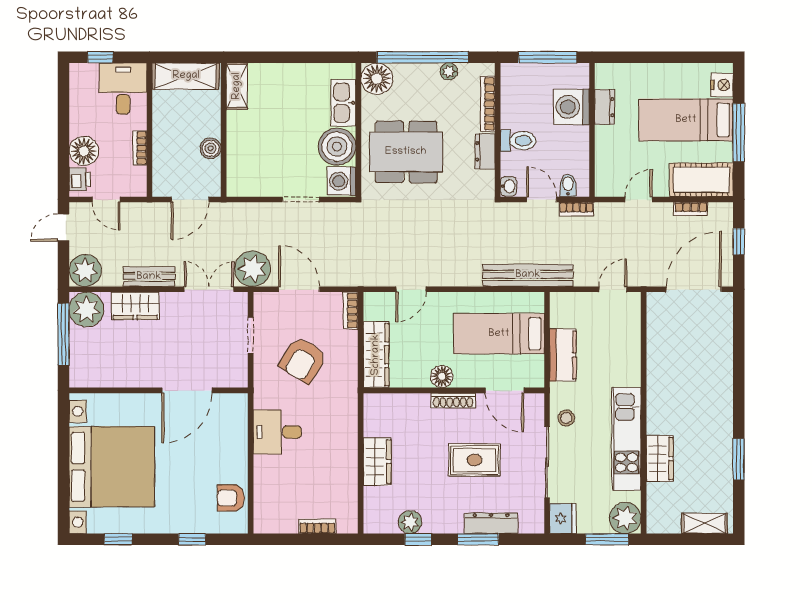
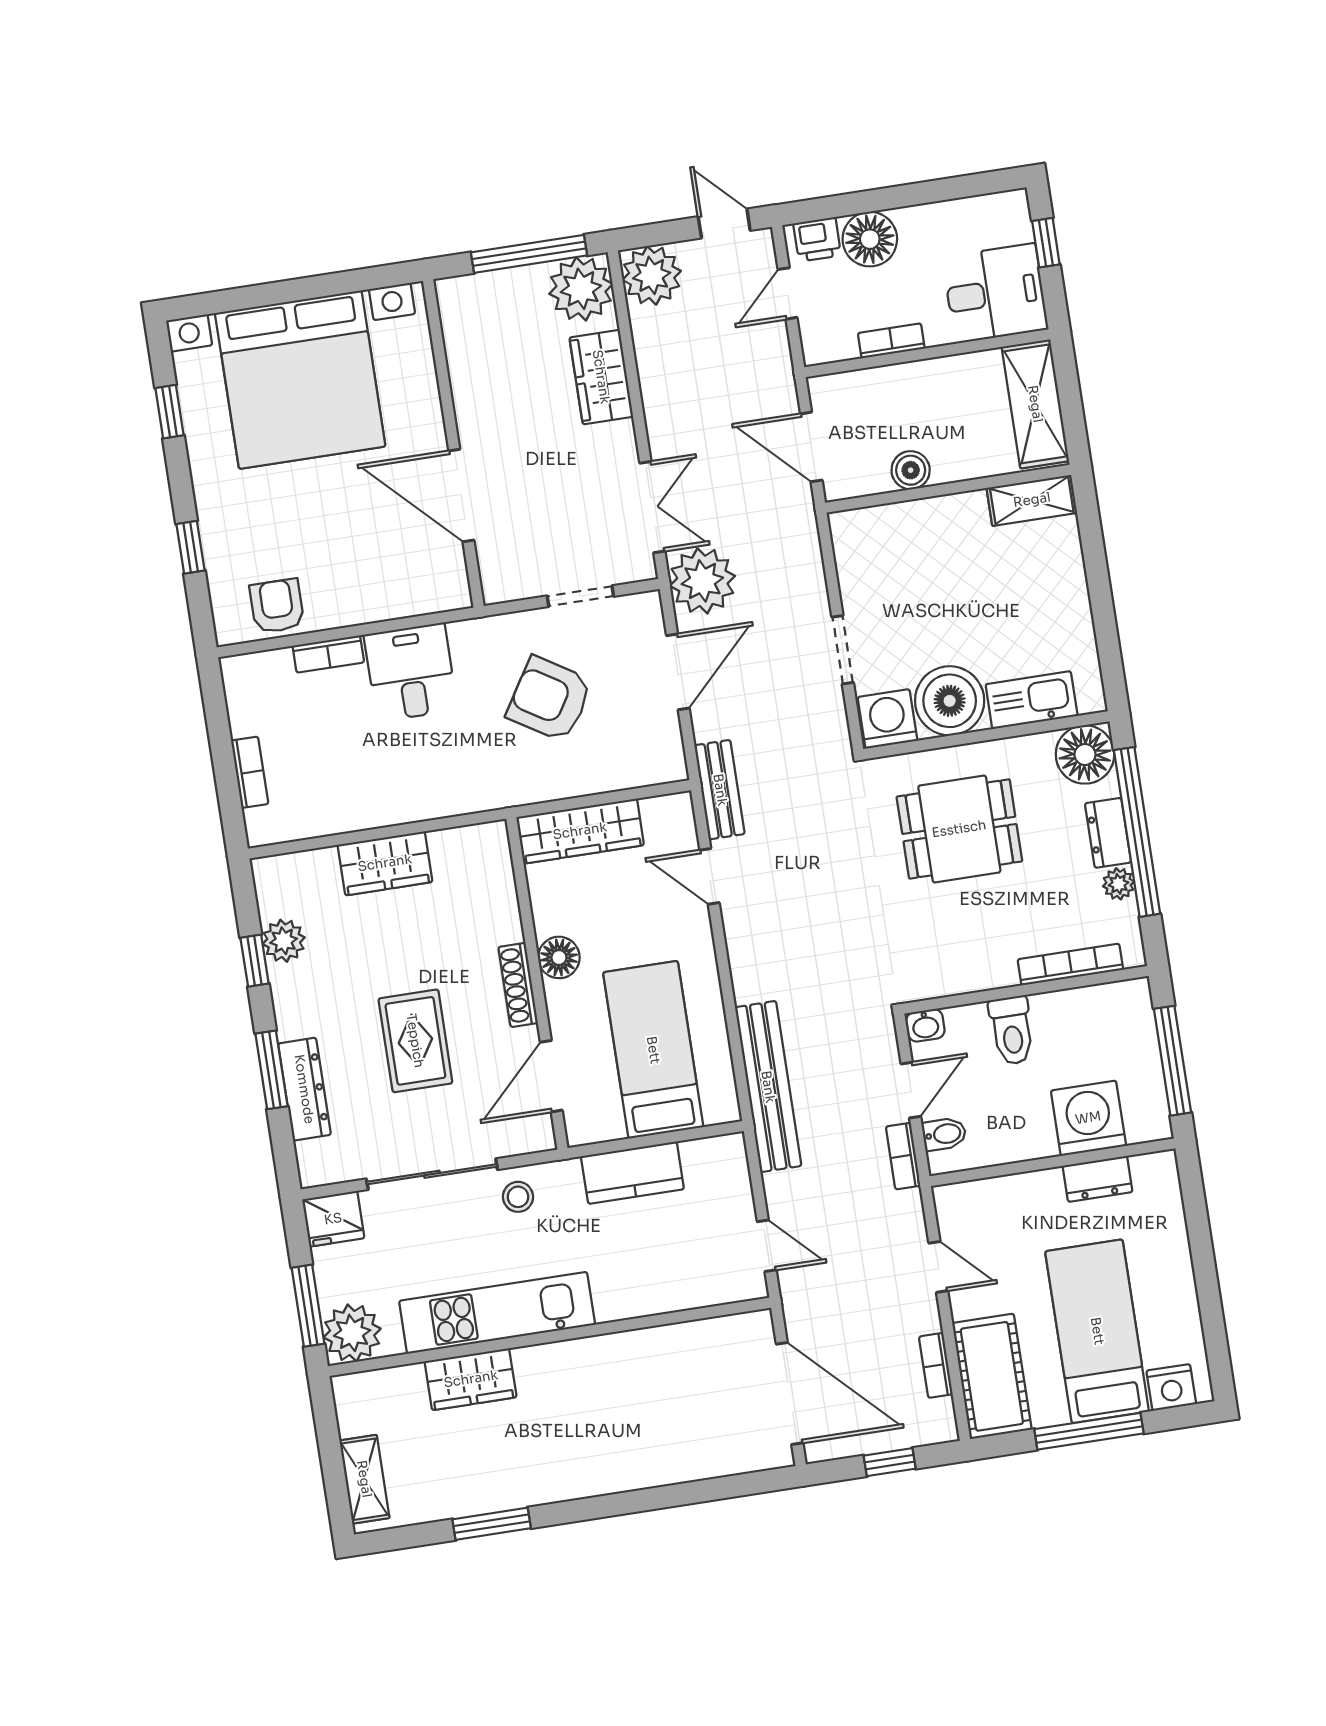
dresser: (485, 151) -> (1108, 833), moved, turned -90
dining table: (406, 152) -> (959, 829), width x0.73
bench: (149, 277) -> (720, 790), moved
bookcase: (351, 310) -> (328, 654), moved, turned 180

